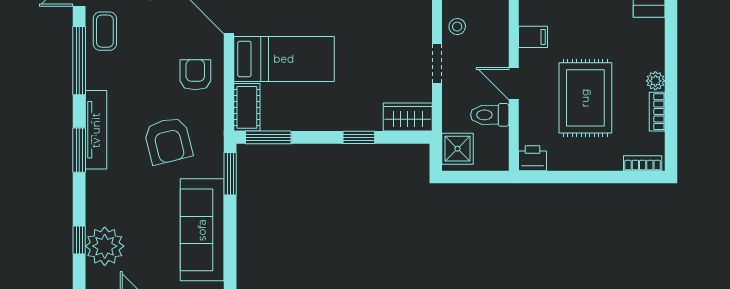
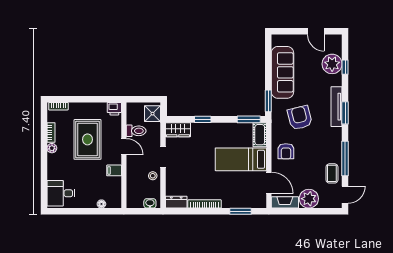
tv unit: (96, 130) -> (336, 107), moved

